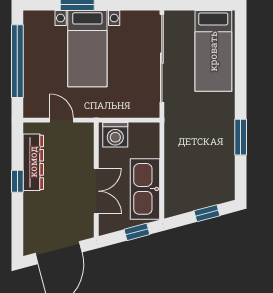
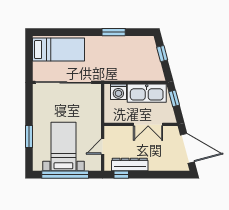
bed with nightstands: (87, 49) -> (63, 146), moved, turned -90
washing machine: (115, 135) -> (118, 92), moved, turned 90
window: (17, 181) -> (121, 175), moved
double door: (96, 191) -> (148, 124), swing flipped

